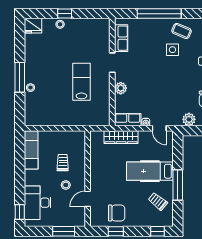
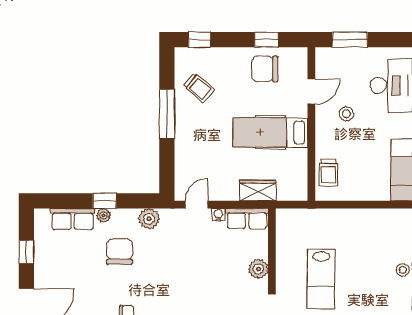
door: (159, 128) -> (197, 205), hinge flipped
wardrobe: (121, 137) -> (258, 190), width x0.67
trolley: (63, 163) -> (329, 173), moved
hospital bed: (150, 171) -> (270, 133), moved, turned 180

